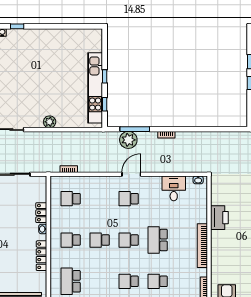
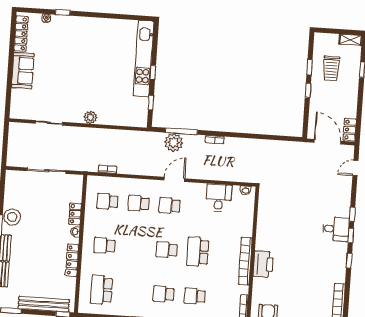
kitchen unit: (95, 88) -> (144, 59), moved
printer: (219, 218) -> (263, 264), moved
school desk: (100, 240) -> (139, 203), moved

